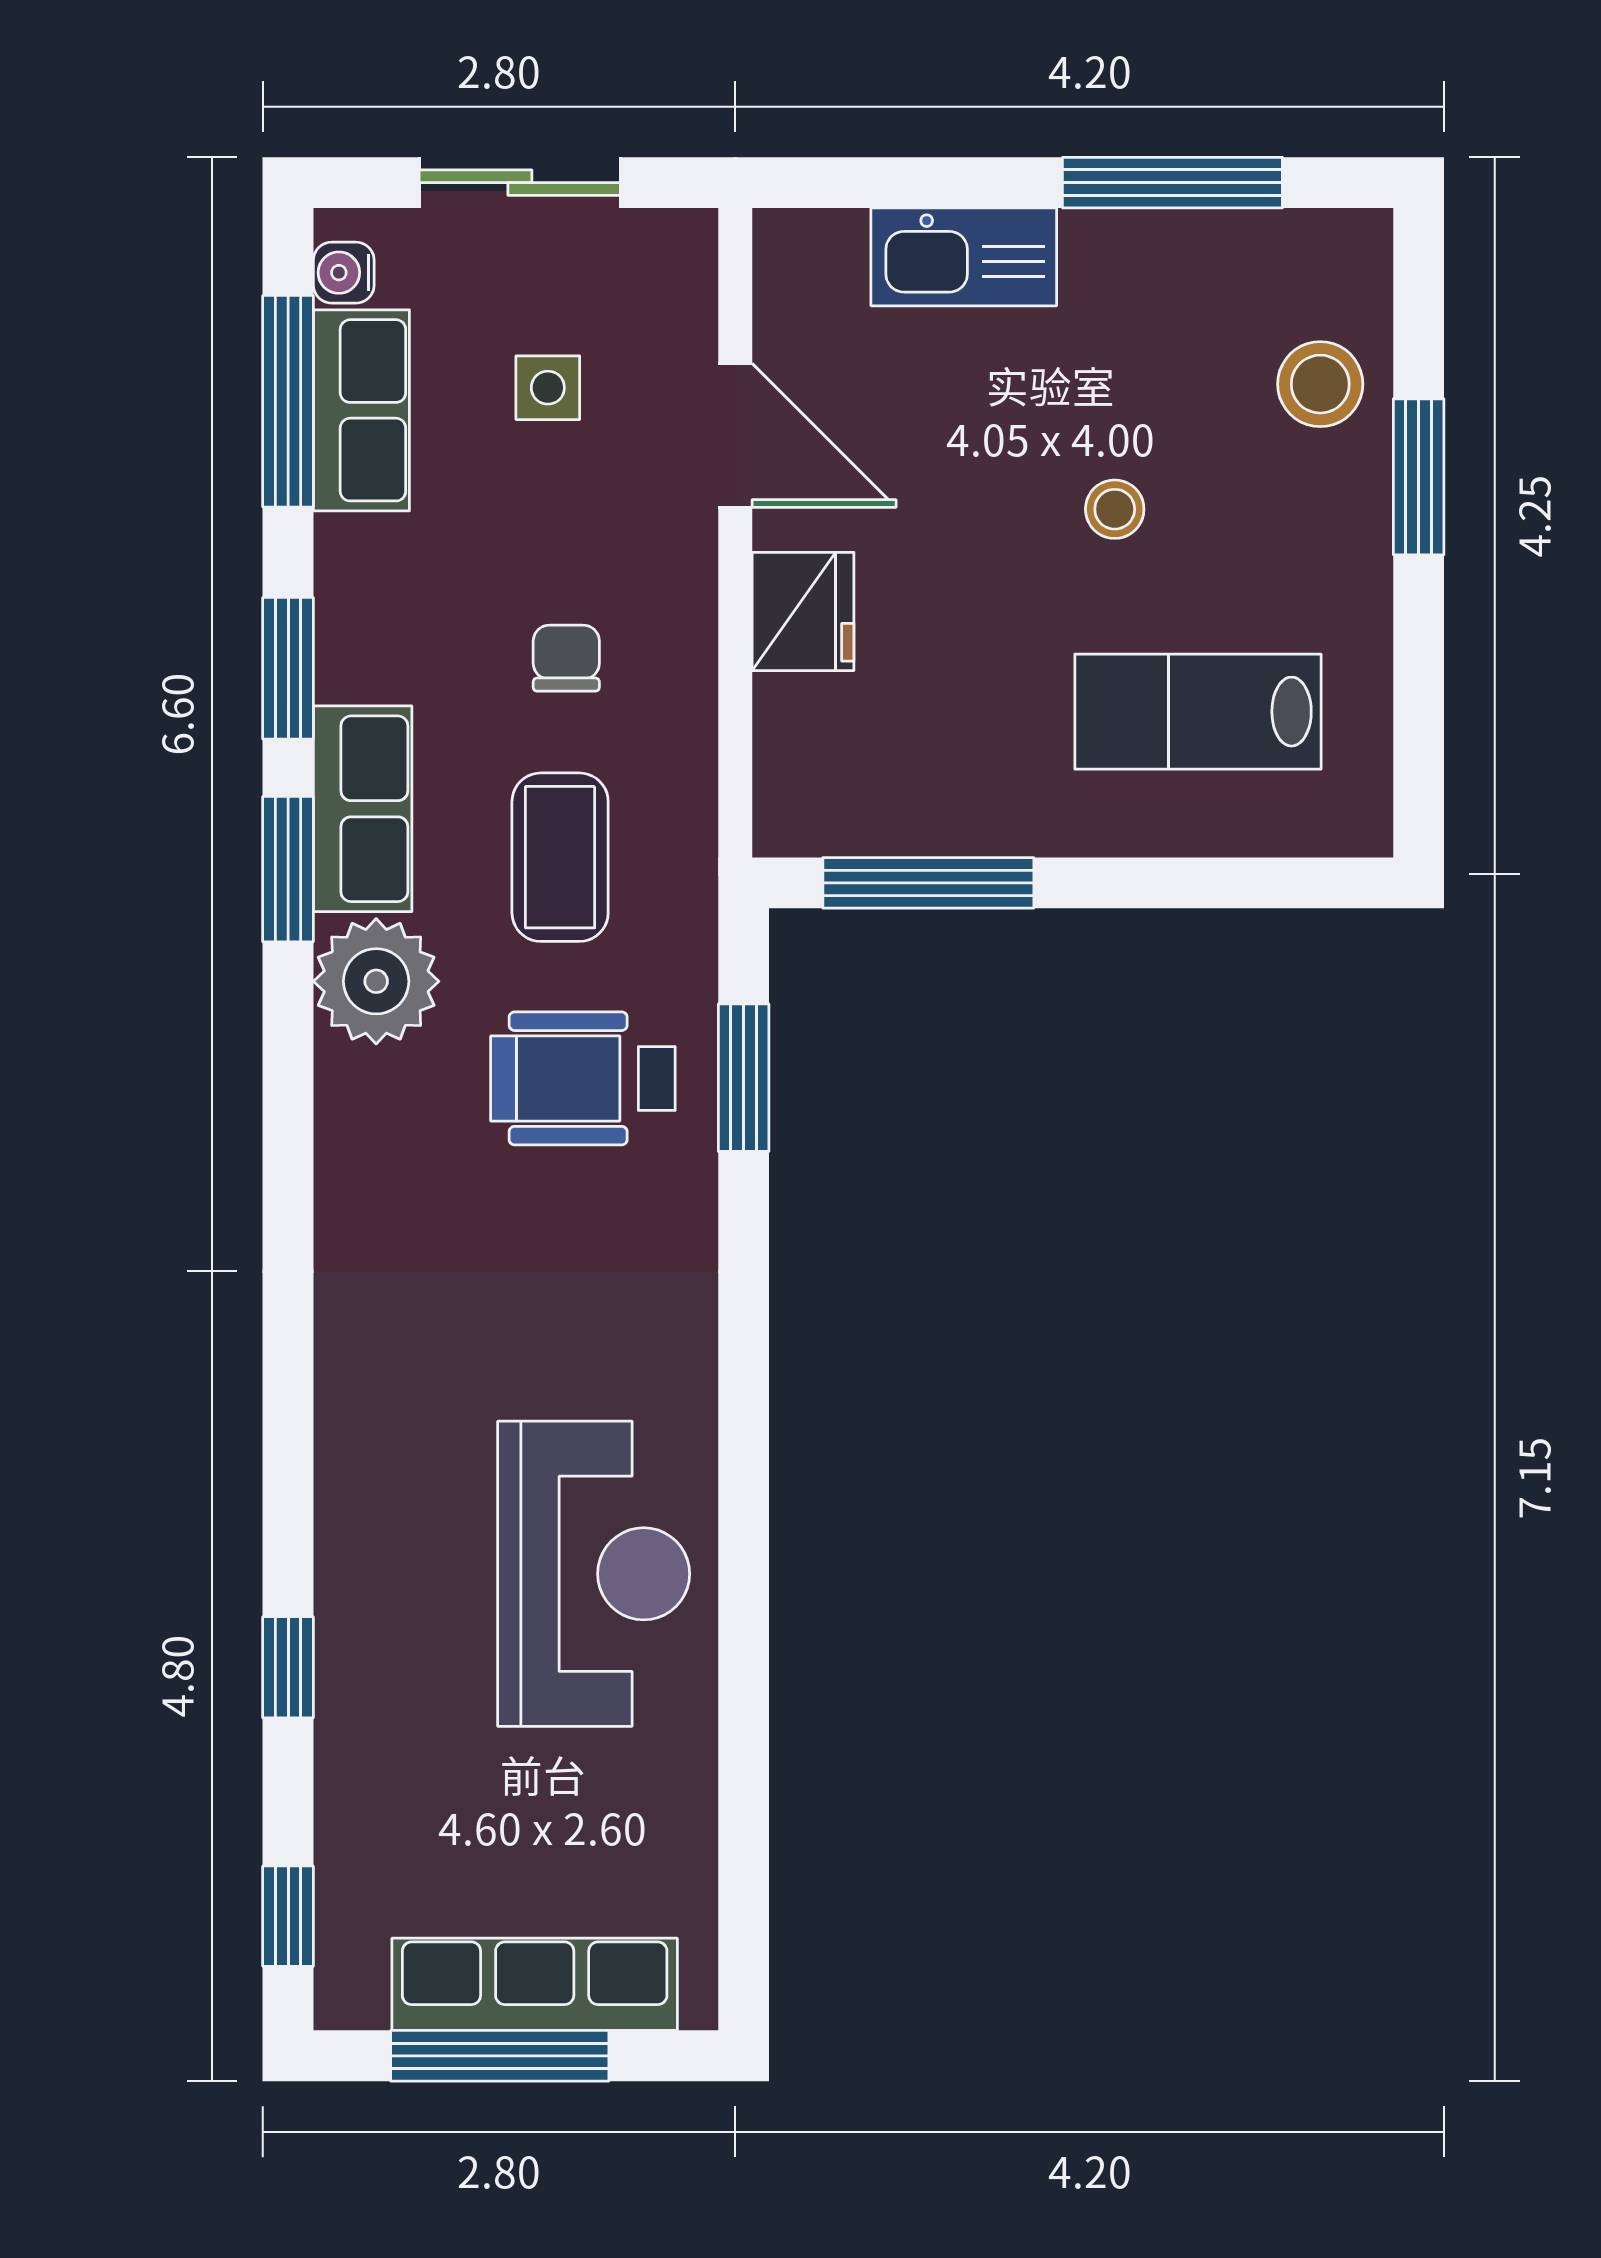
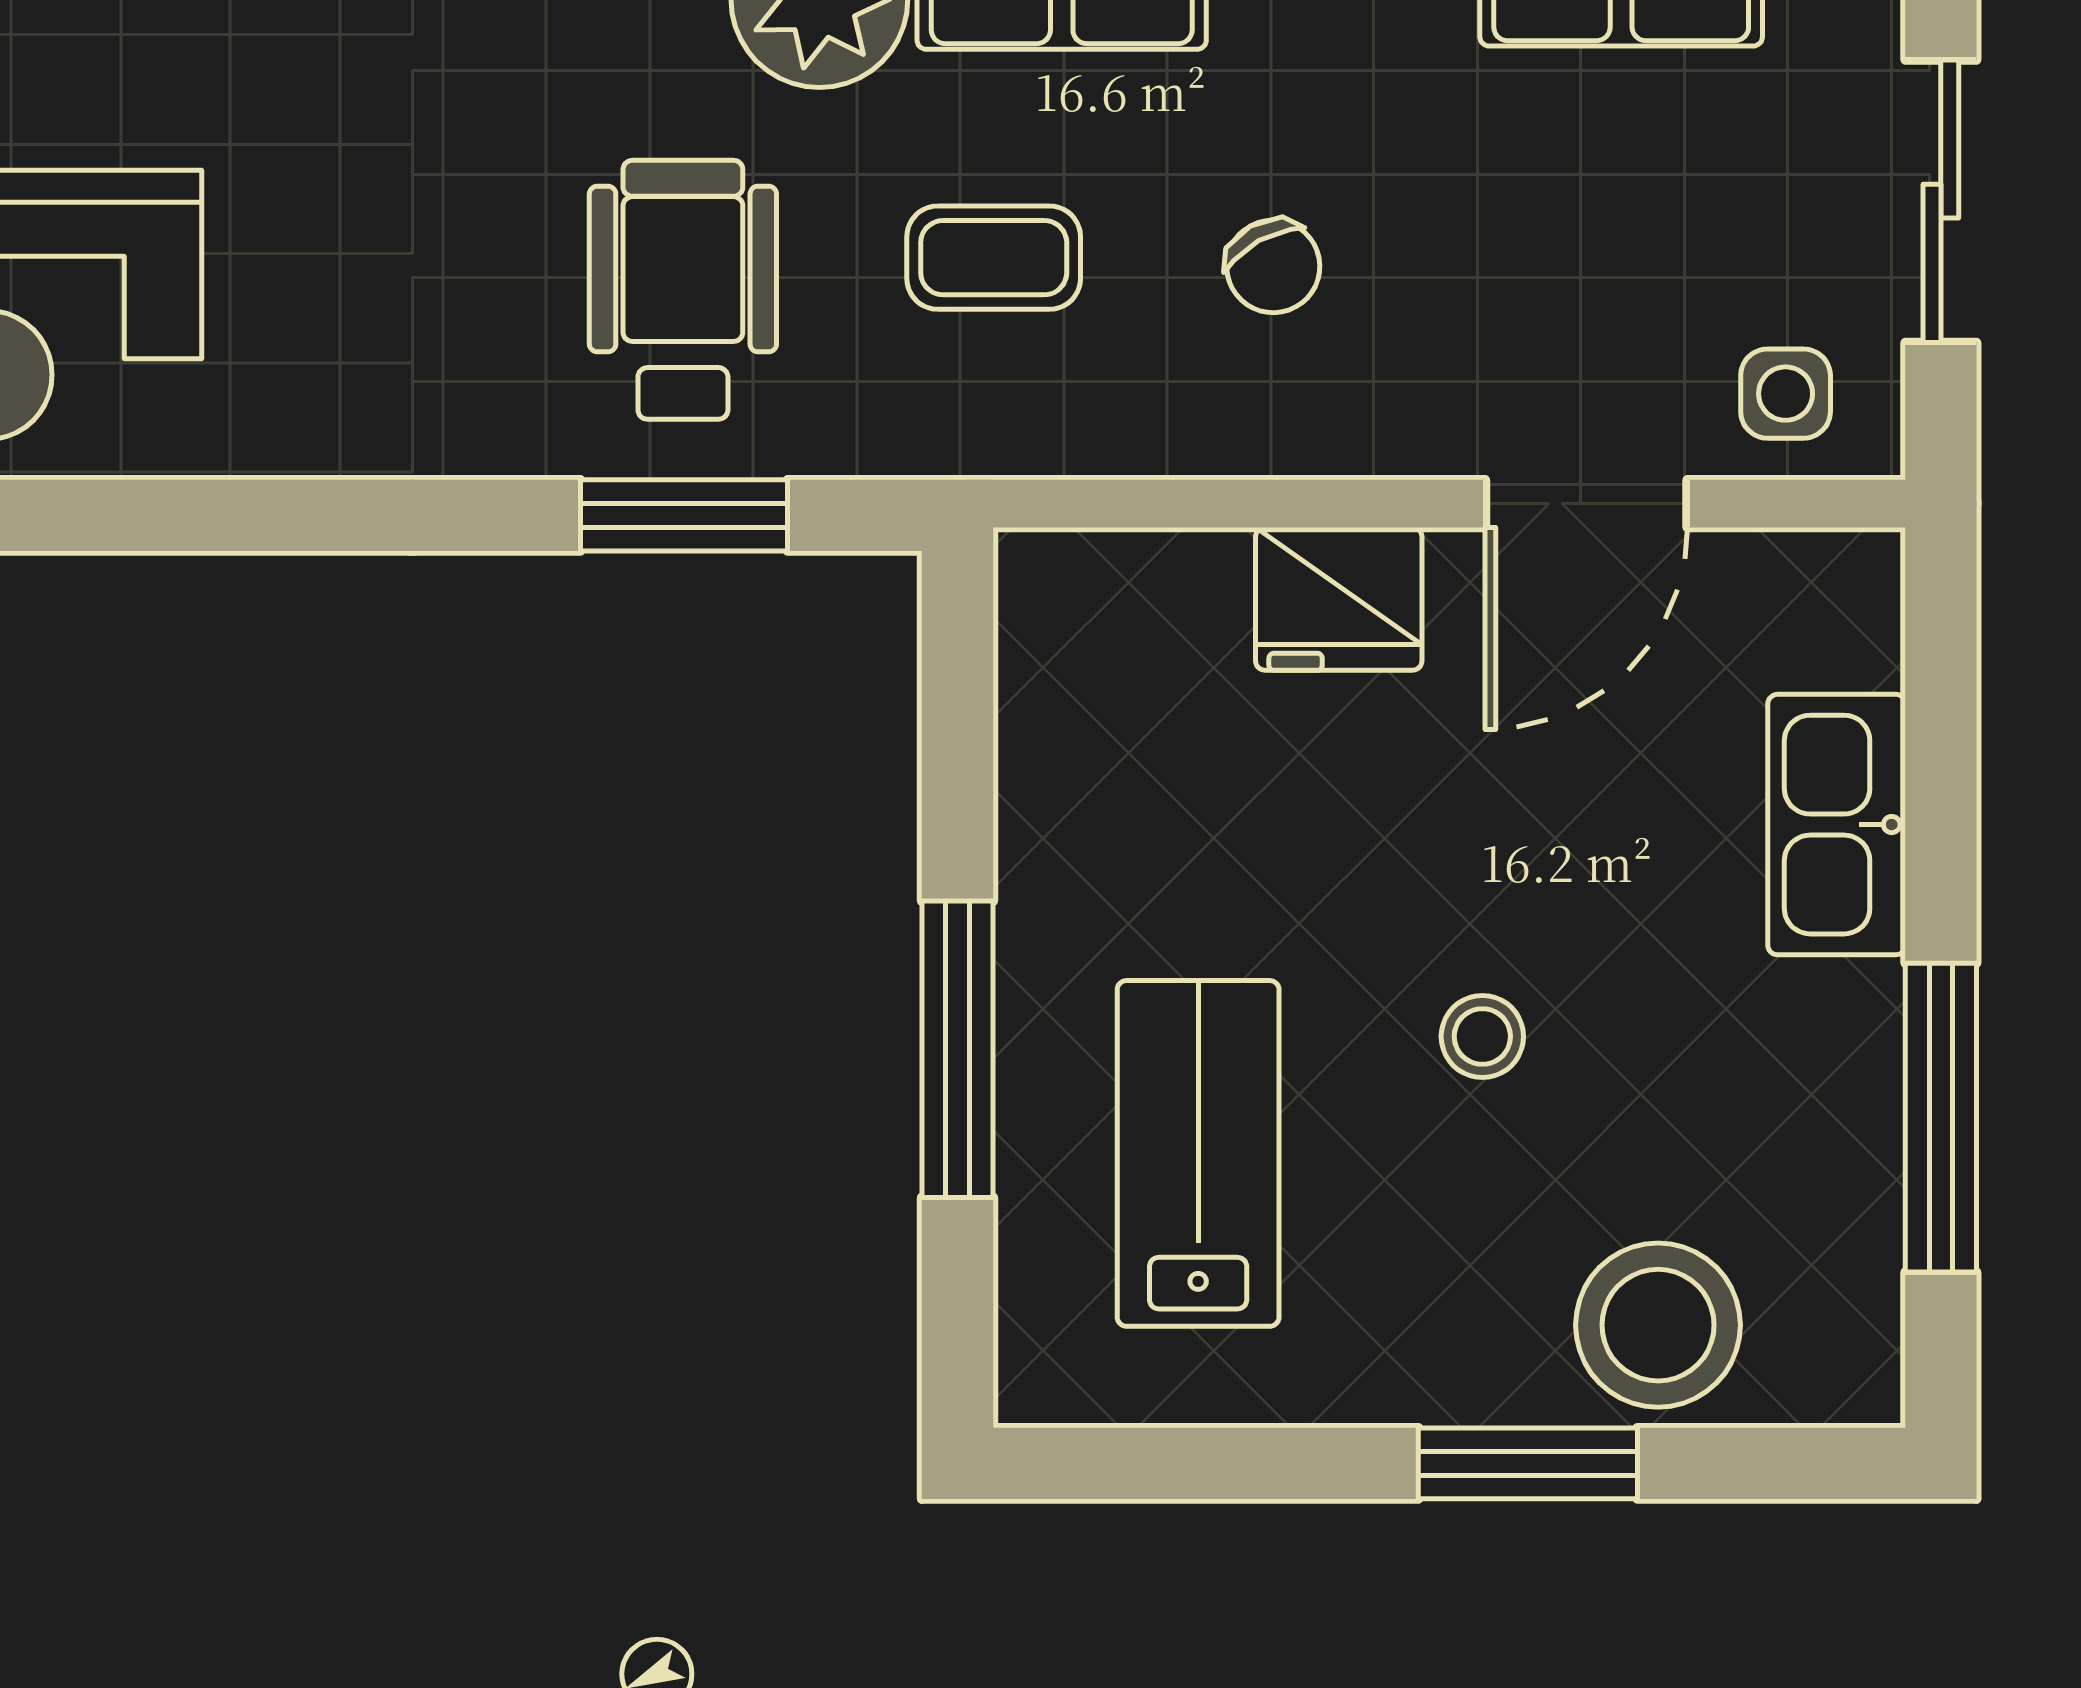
stool: (1320, 384) -> (1658, 1325), width x1.38, depth x1.38
side table: (548, 388) -> (1786, 394), moved
chair: (566, 658) -> (1273, 266), turned 61
coffee table: (560, 857) -> (994, 258), width x0.73, depth x0.77
window: (928, 883) -> (957, 1049), moved

